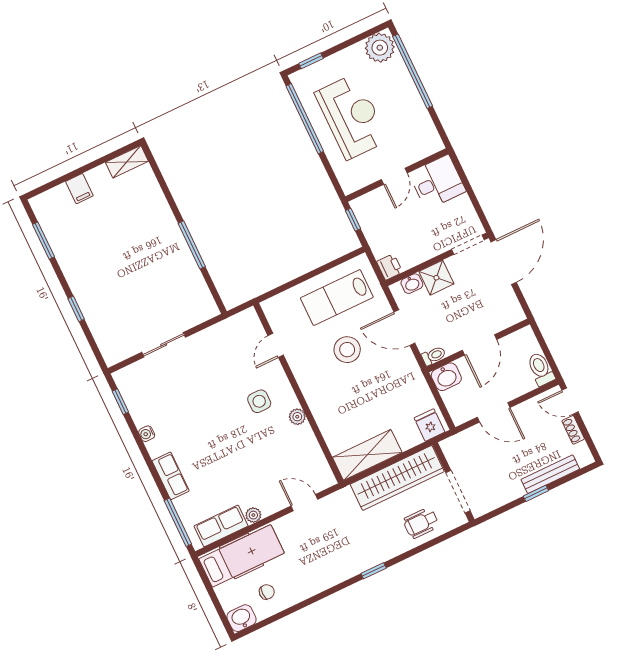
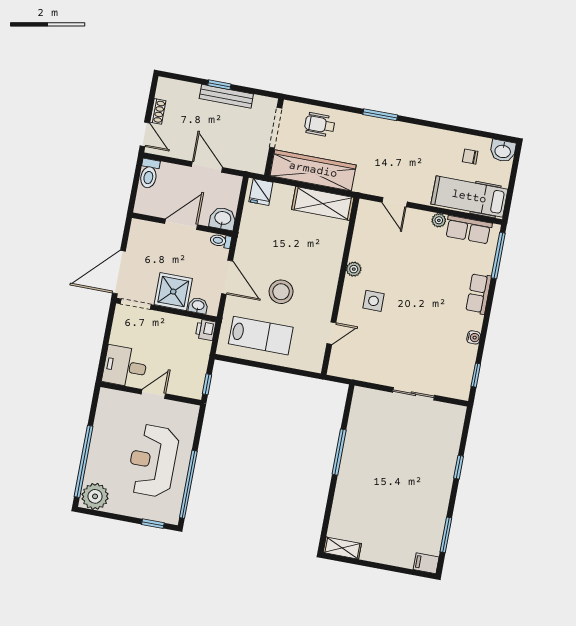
filing cabinet: (79, 189) -> (426, 563), moved, turned -90
shower: (436, 278) -> (173, 292), width x1.36, depth x1.36
bench: (550, 474) -> (226, 96), moved
wheelchair: (421, 523) -> (320, 125), turned 180
window: (374, 571) -> (380, 115), width x1.50

